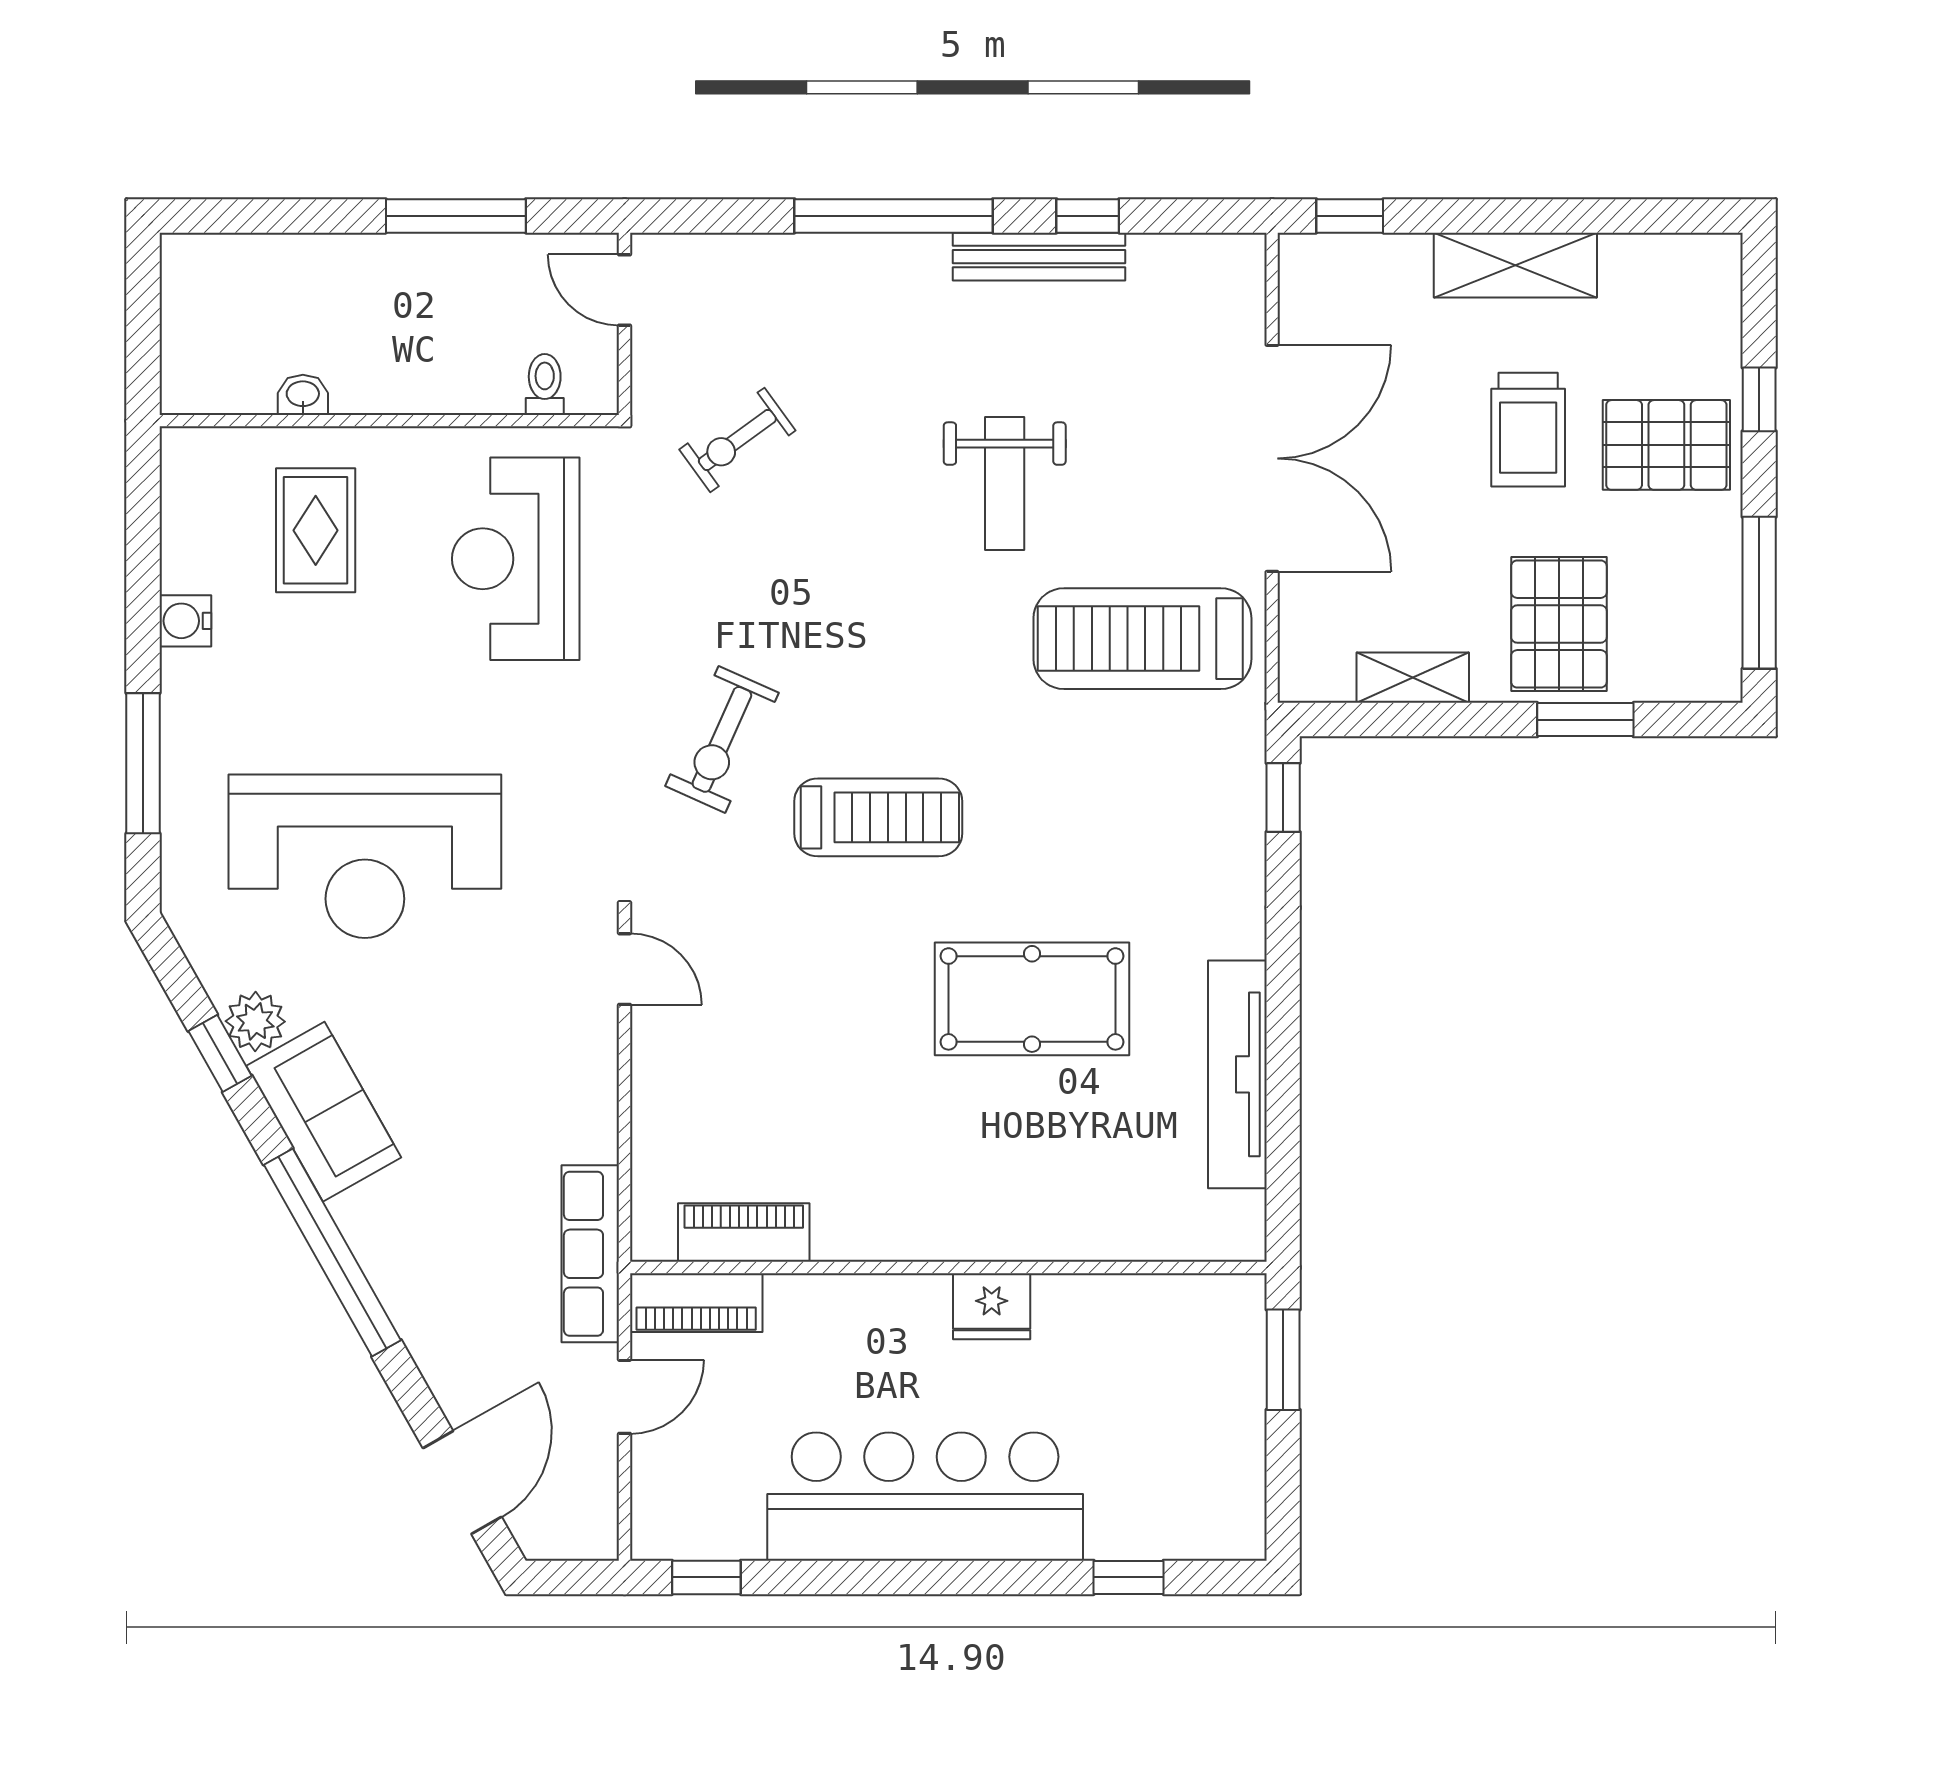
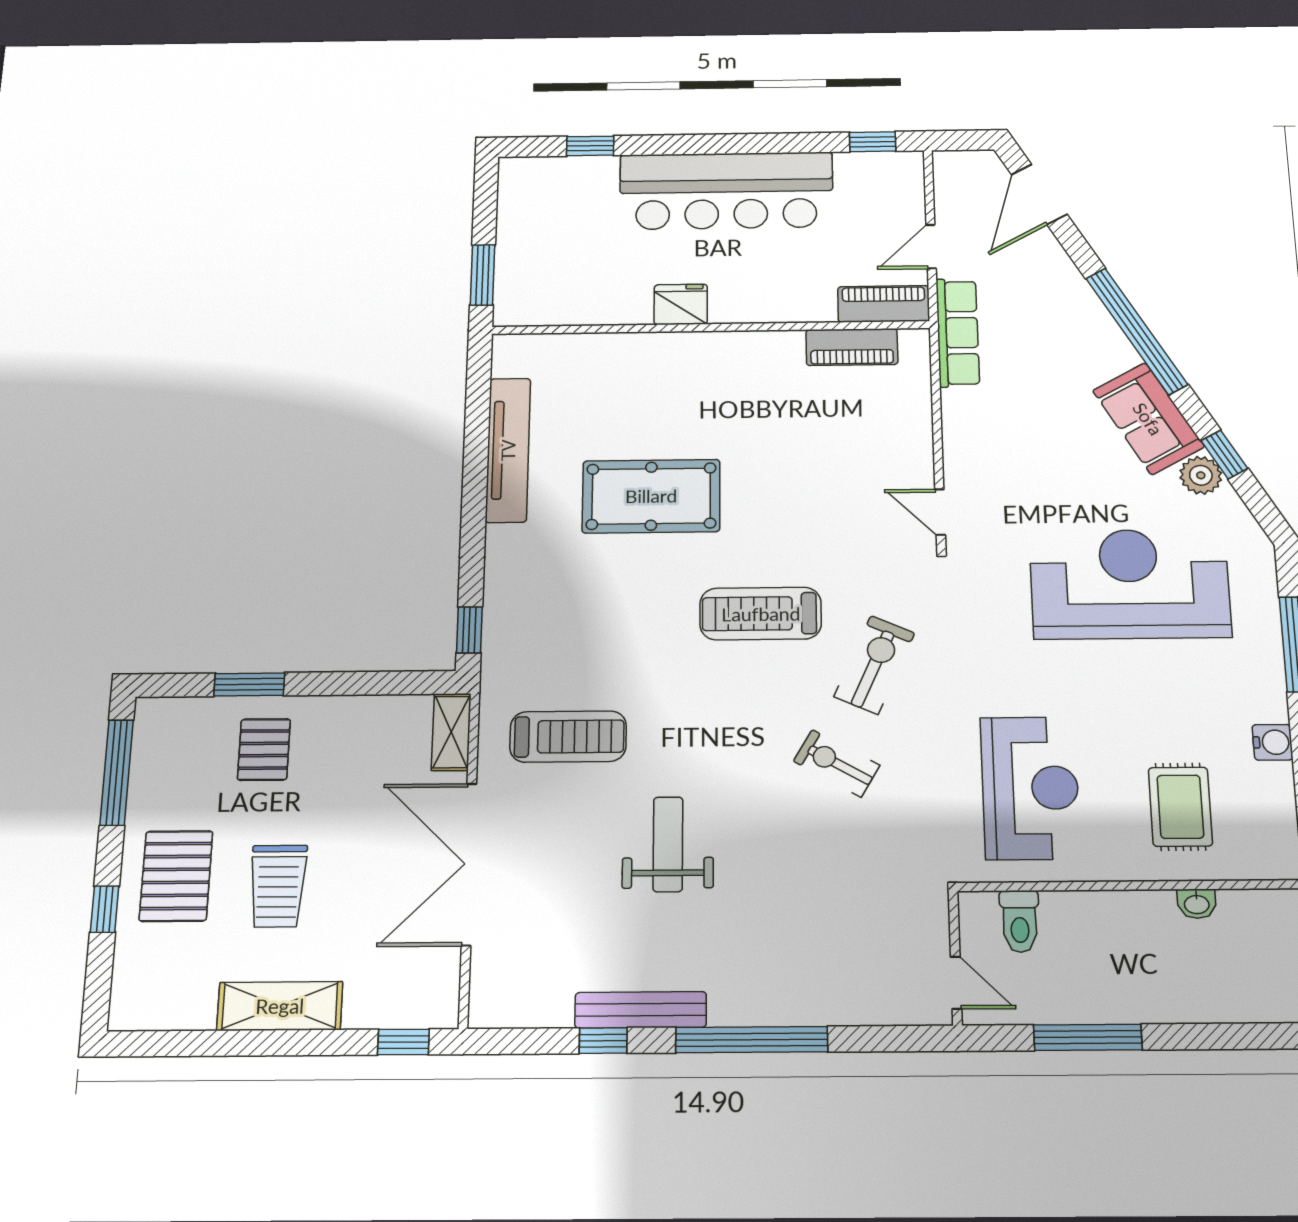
toilet: (545, 385) -> (1020, 921), width x1.37, depth x1.39
trolley: (1528, 430) -> (278, 886), turned 180
exercise bike: (737, 440) -> (837, 763), moved, turned -114
pallet: (1666, 445) -> (176, 876), turned 90
pallet: (1559, 624) -> (264, 749), width x0.67, depth x0.71
treadmill: (1142, 639) -> (568, 737), width x0.73, depth x0.73
shelving: (1413, 678) -> (451, 732), moved, turned 90

